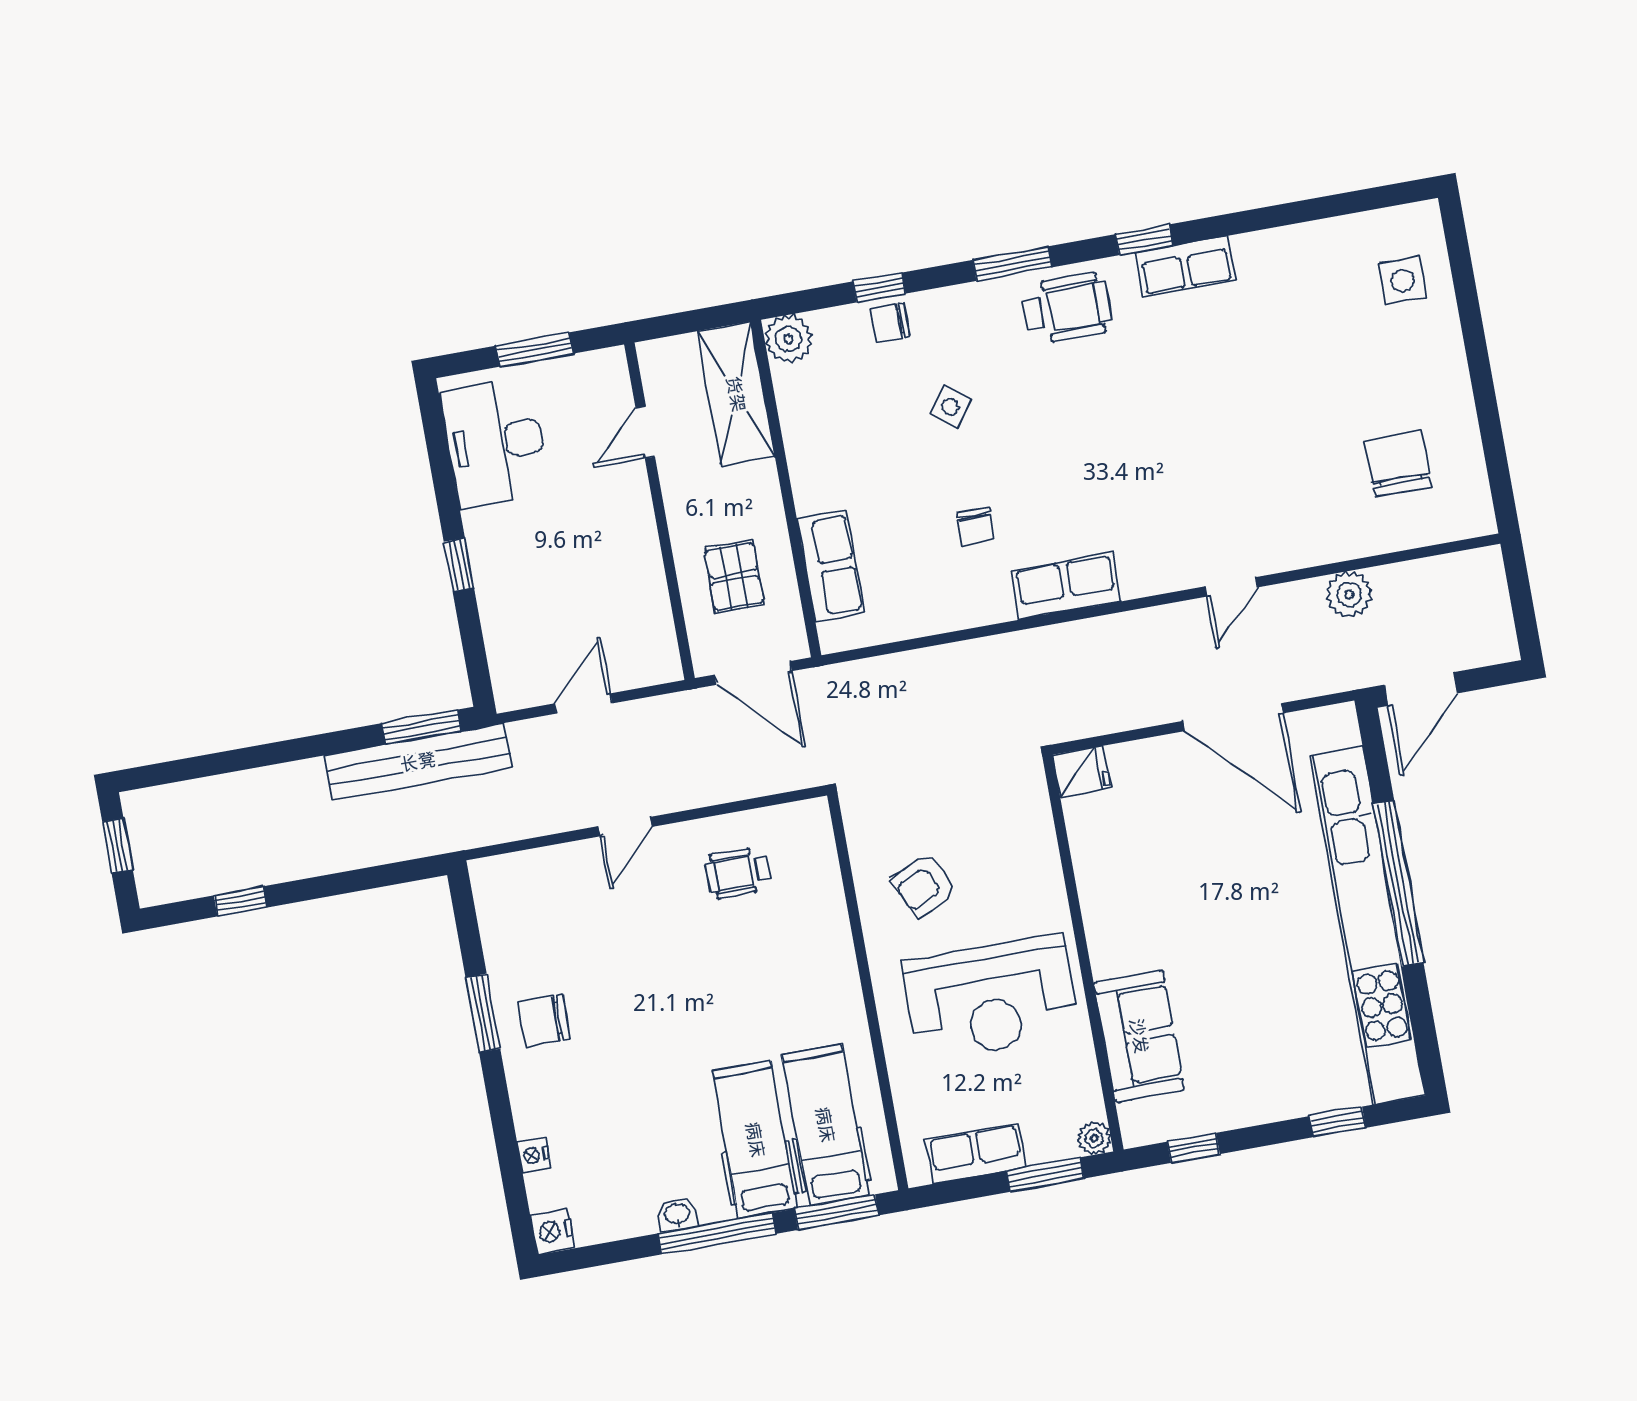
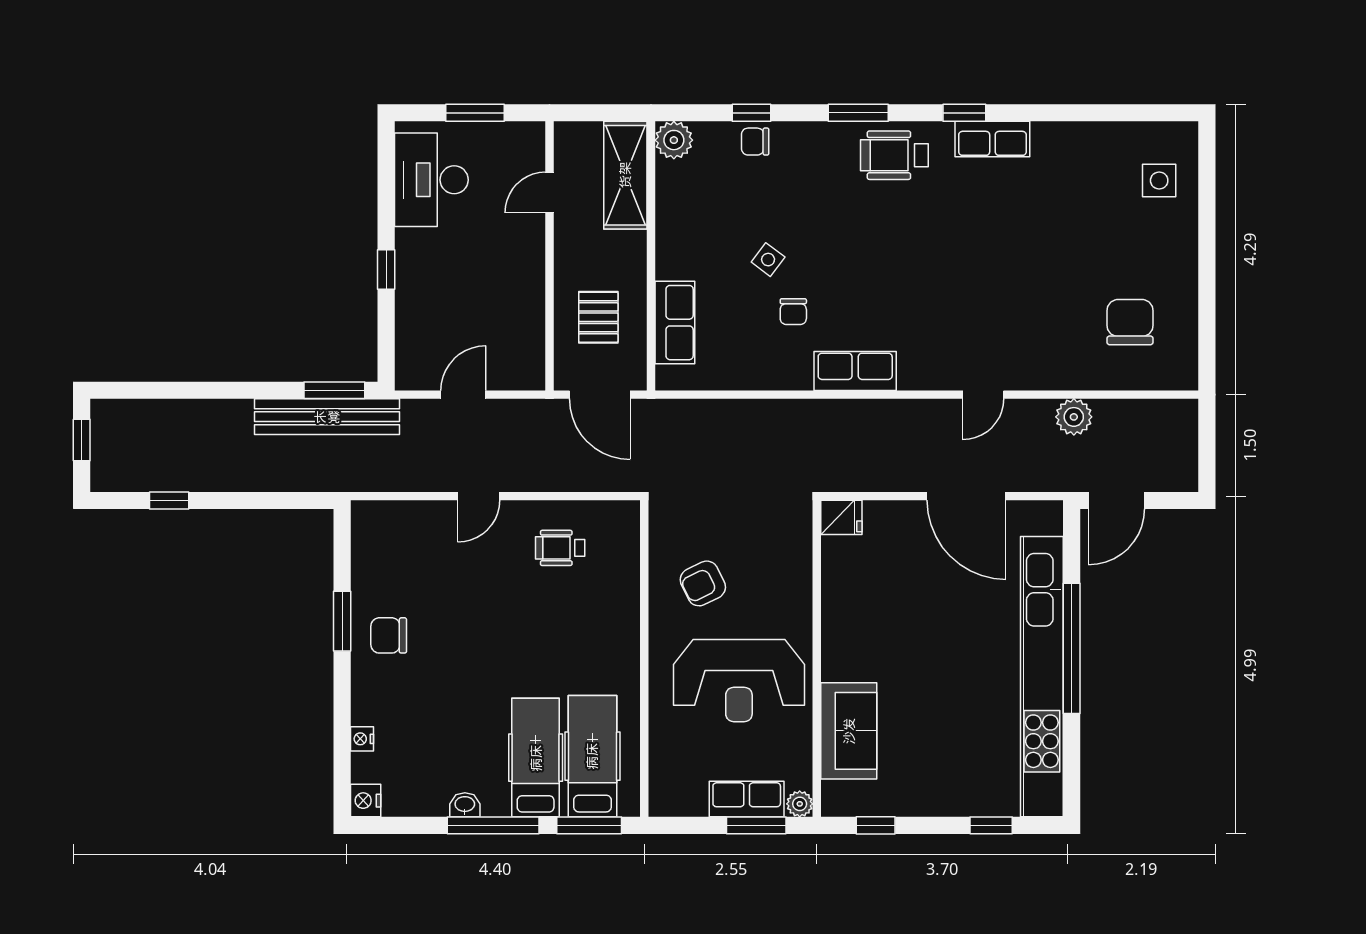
wheelchair: (1067, 308) -> (894, 155), turned 180
side table: (950, 407) -> (768, 260), moved
row of seats: (975, 1153) -> (747, 799), moved

